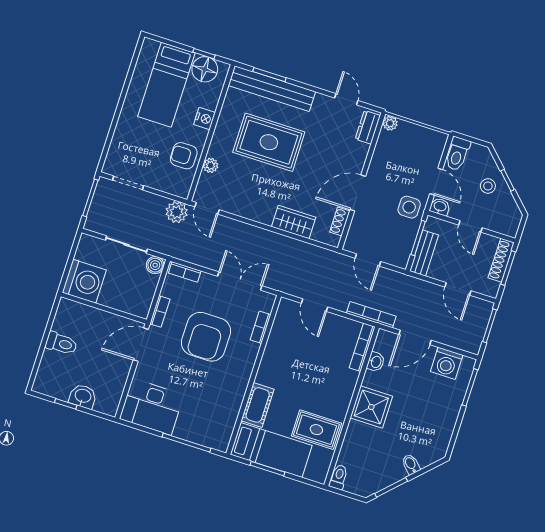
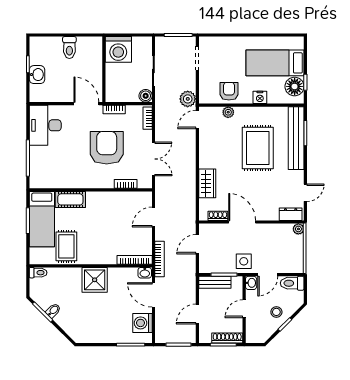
armchair: (206, 337) -> (107, 148), turned 90
washbasin: (376, 362) -> (145, 273), moved
bidet: (411, 464) -> (53, 311), moved

